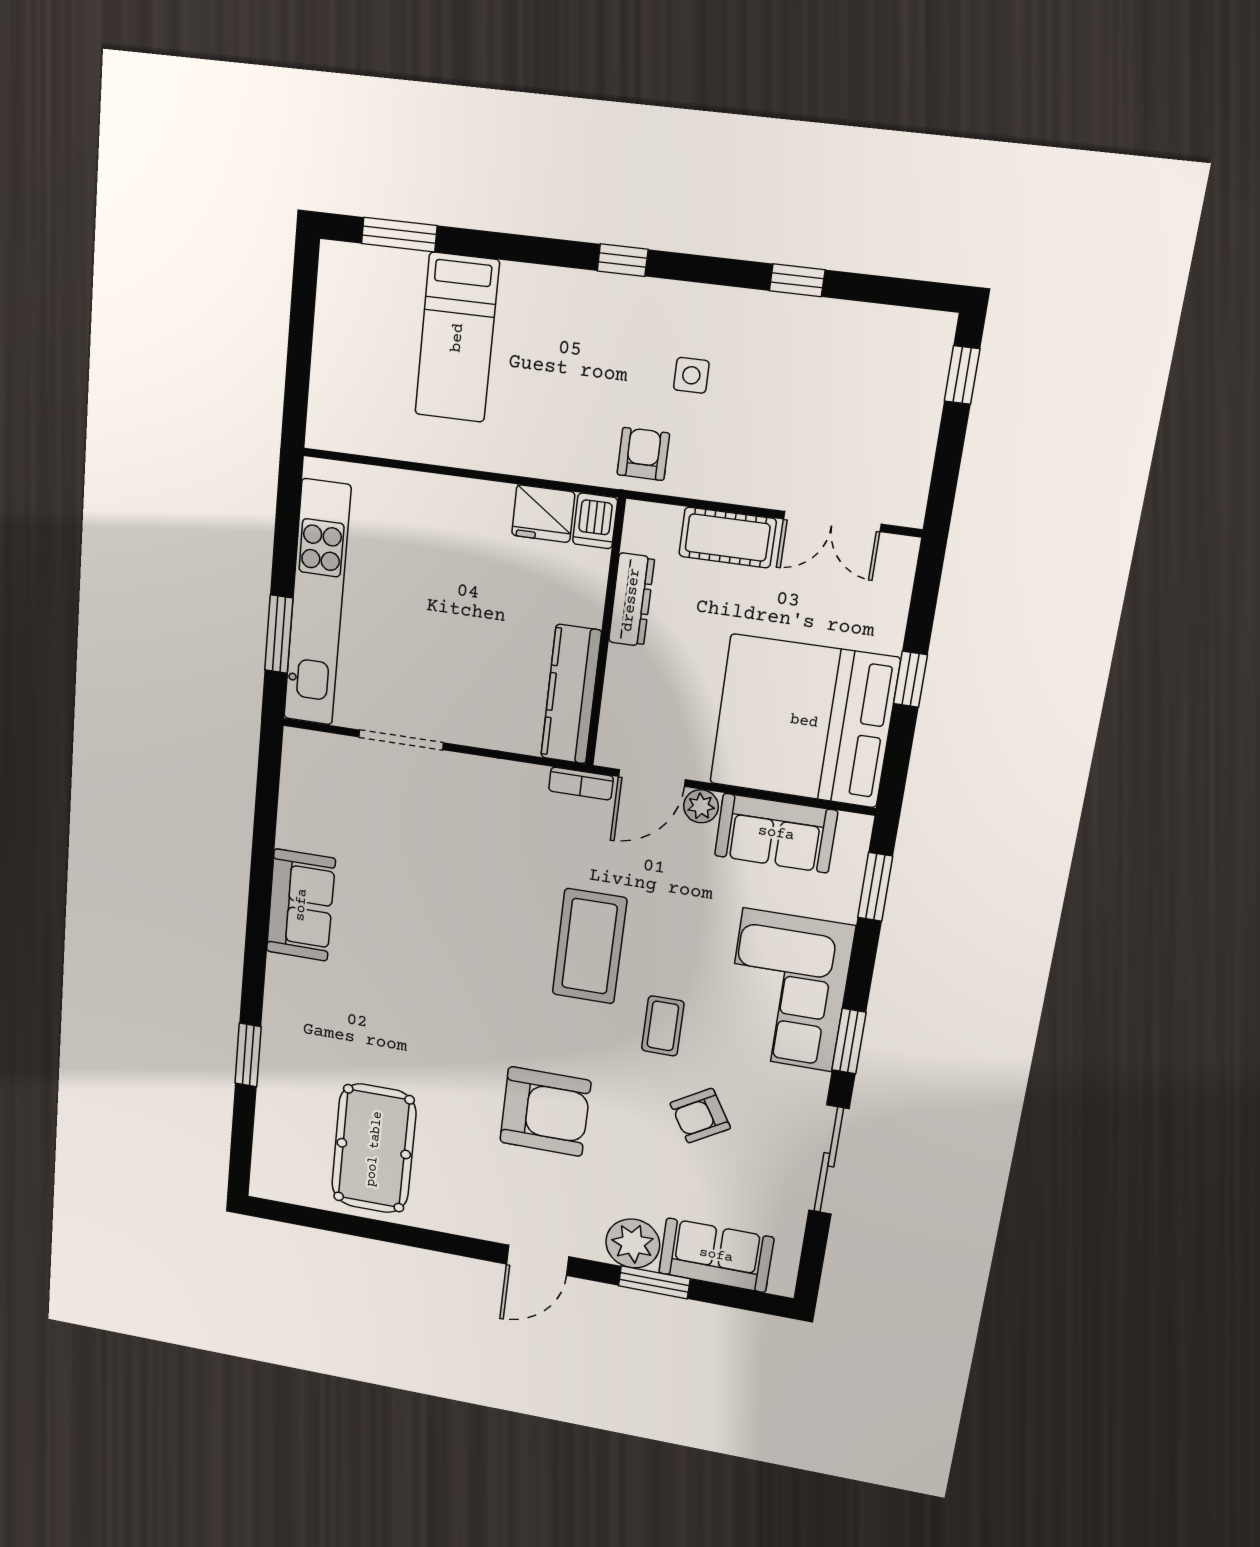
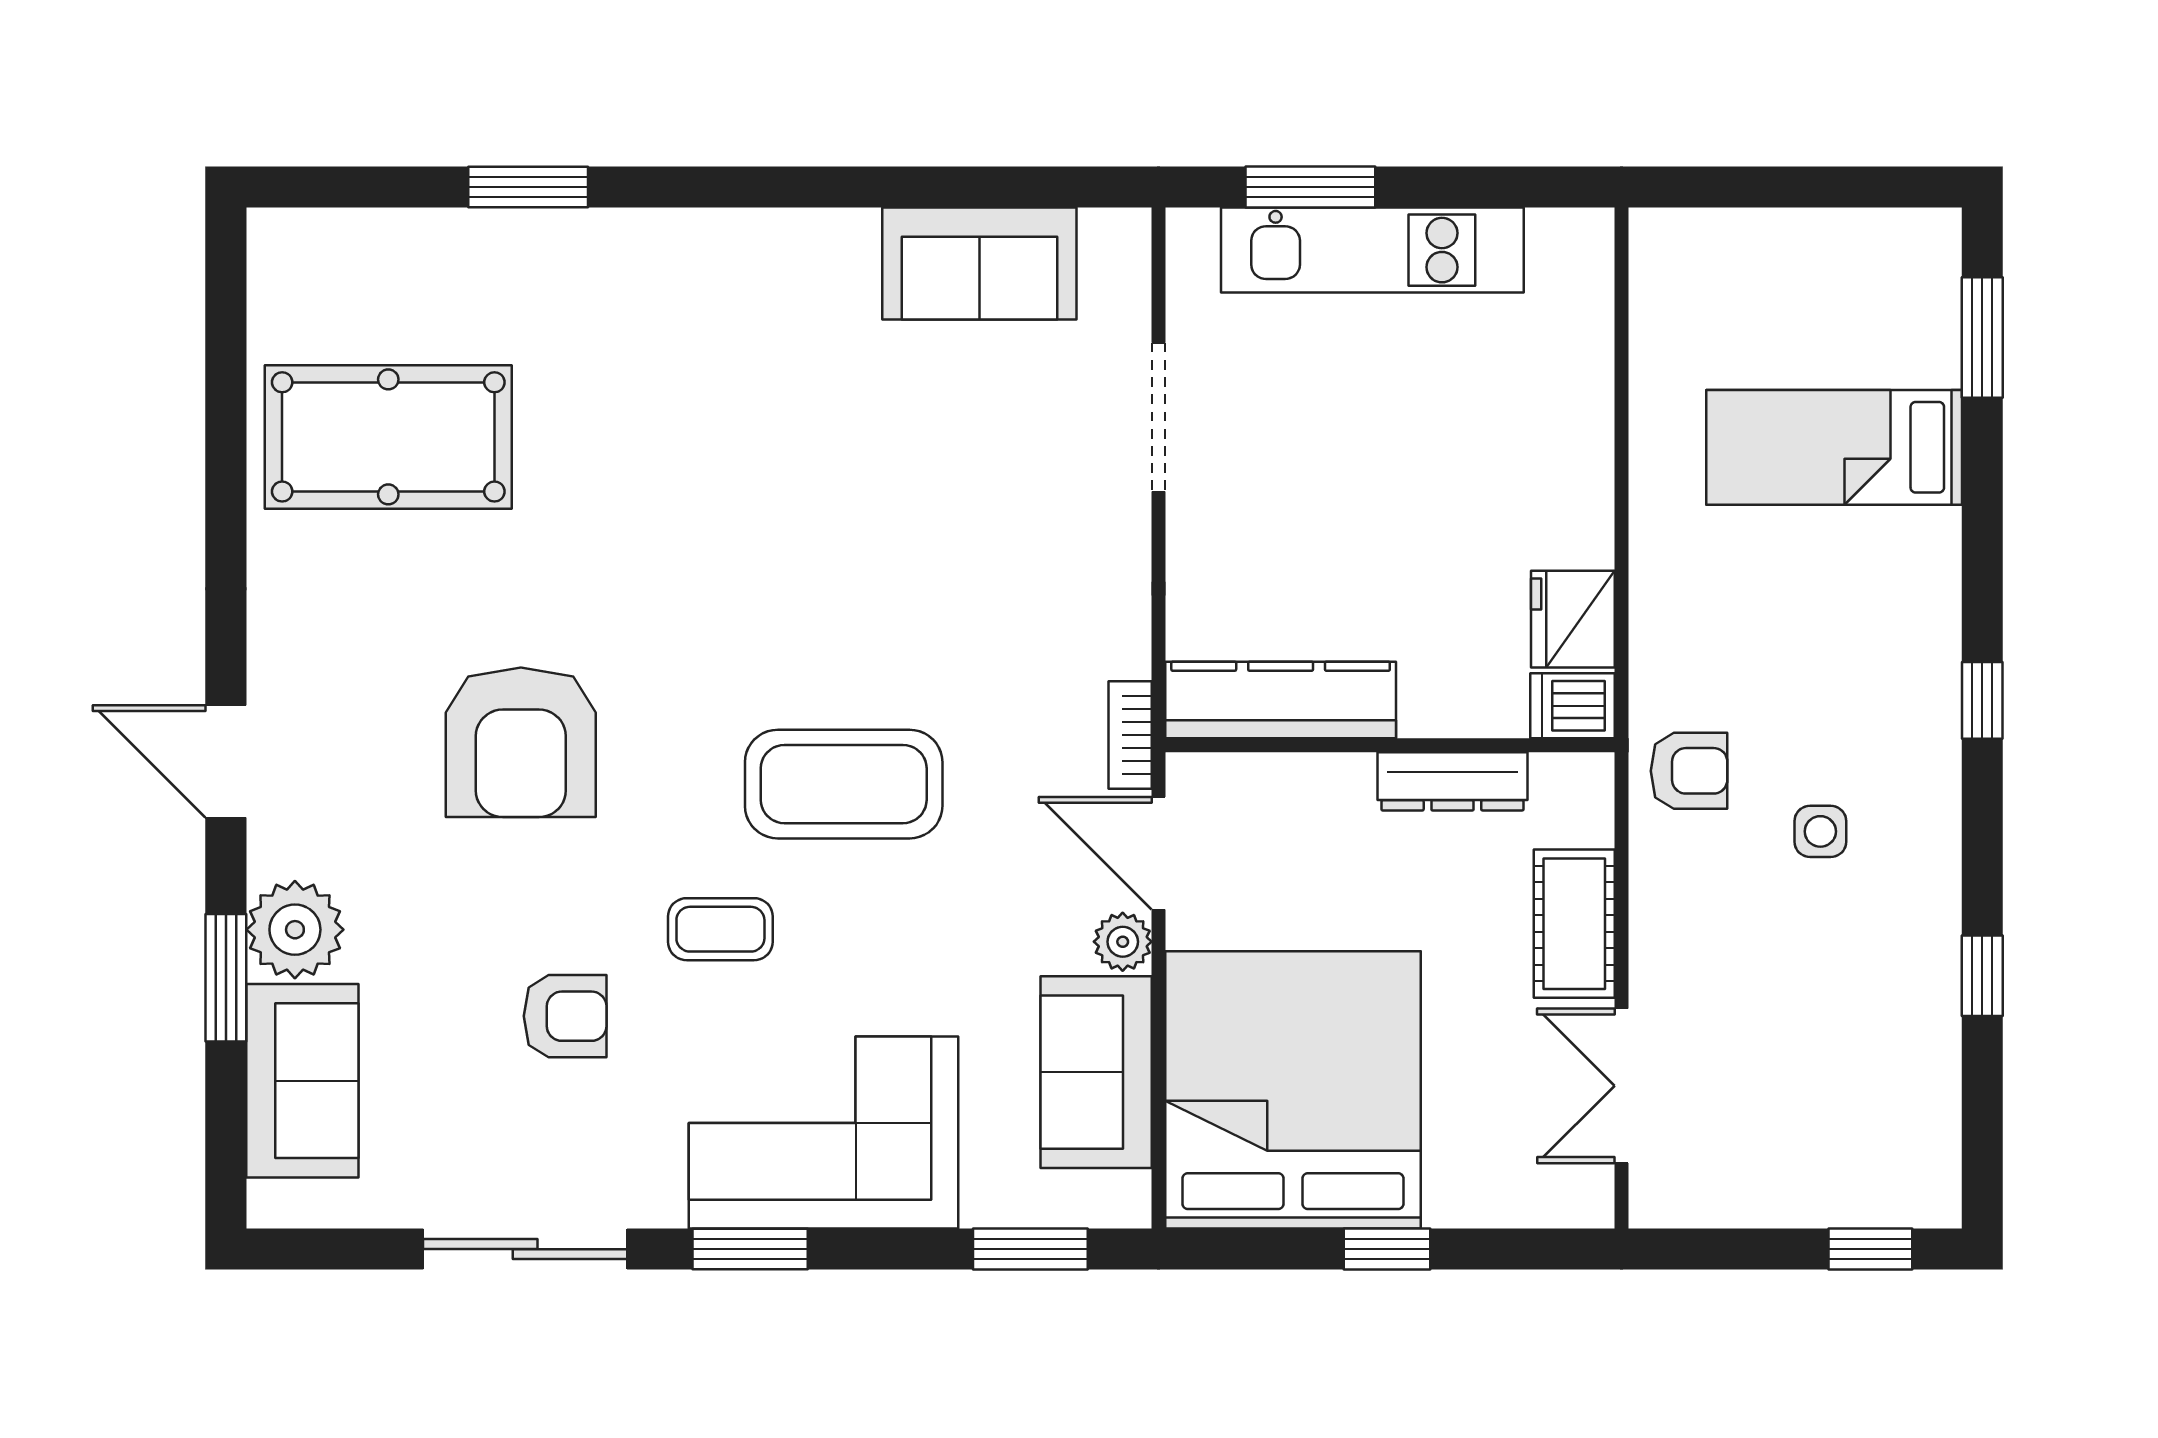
kitchen unit: (317, 603) -> (1372, 250), width x0.73
sofa: (301, 905) -> (979, 264), moved
armchair: (700, 1116) -> (565, 1016), turned 121

